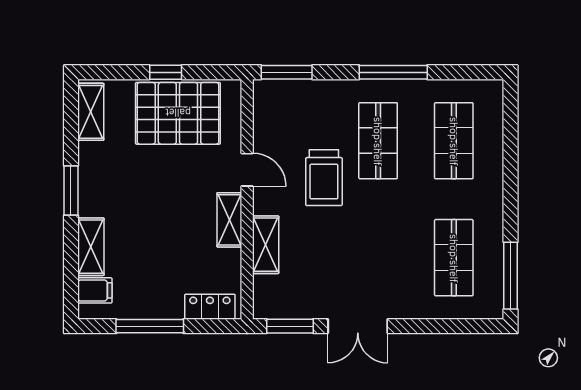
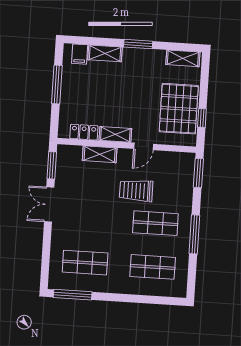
window: (166, 72) -> (202, 118), moved
locker: (210, 307) -> (84, 132), moved, turned -90

